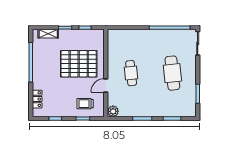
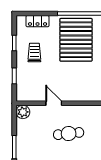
pallet: (79, 64) -> (76, 40), moved
trolley: (85, 104) -> (34, 53), moved

